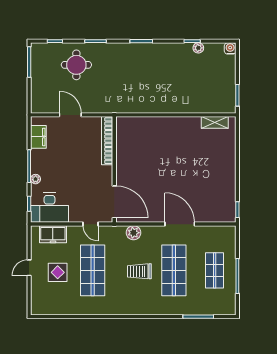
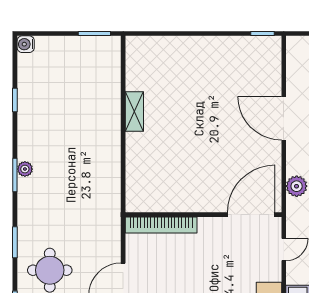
plant: (198, 48) -> (25, 169), moved
shelving: (215, 122) -> (134, 111), moved
door: (180, 224) -> (284, 118), hinge flipped

